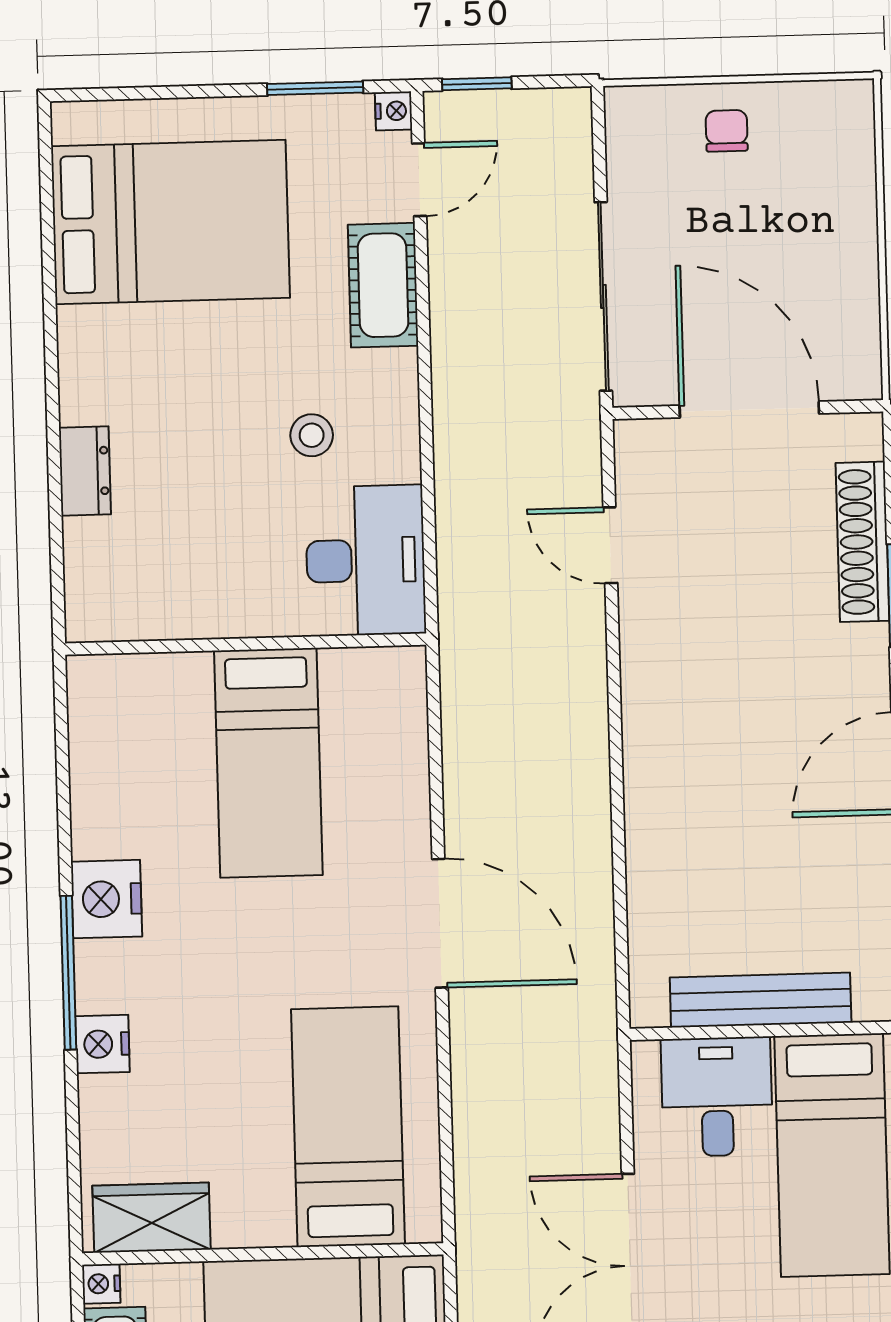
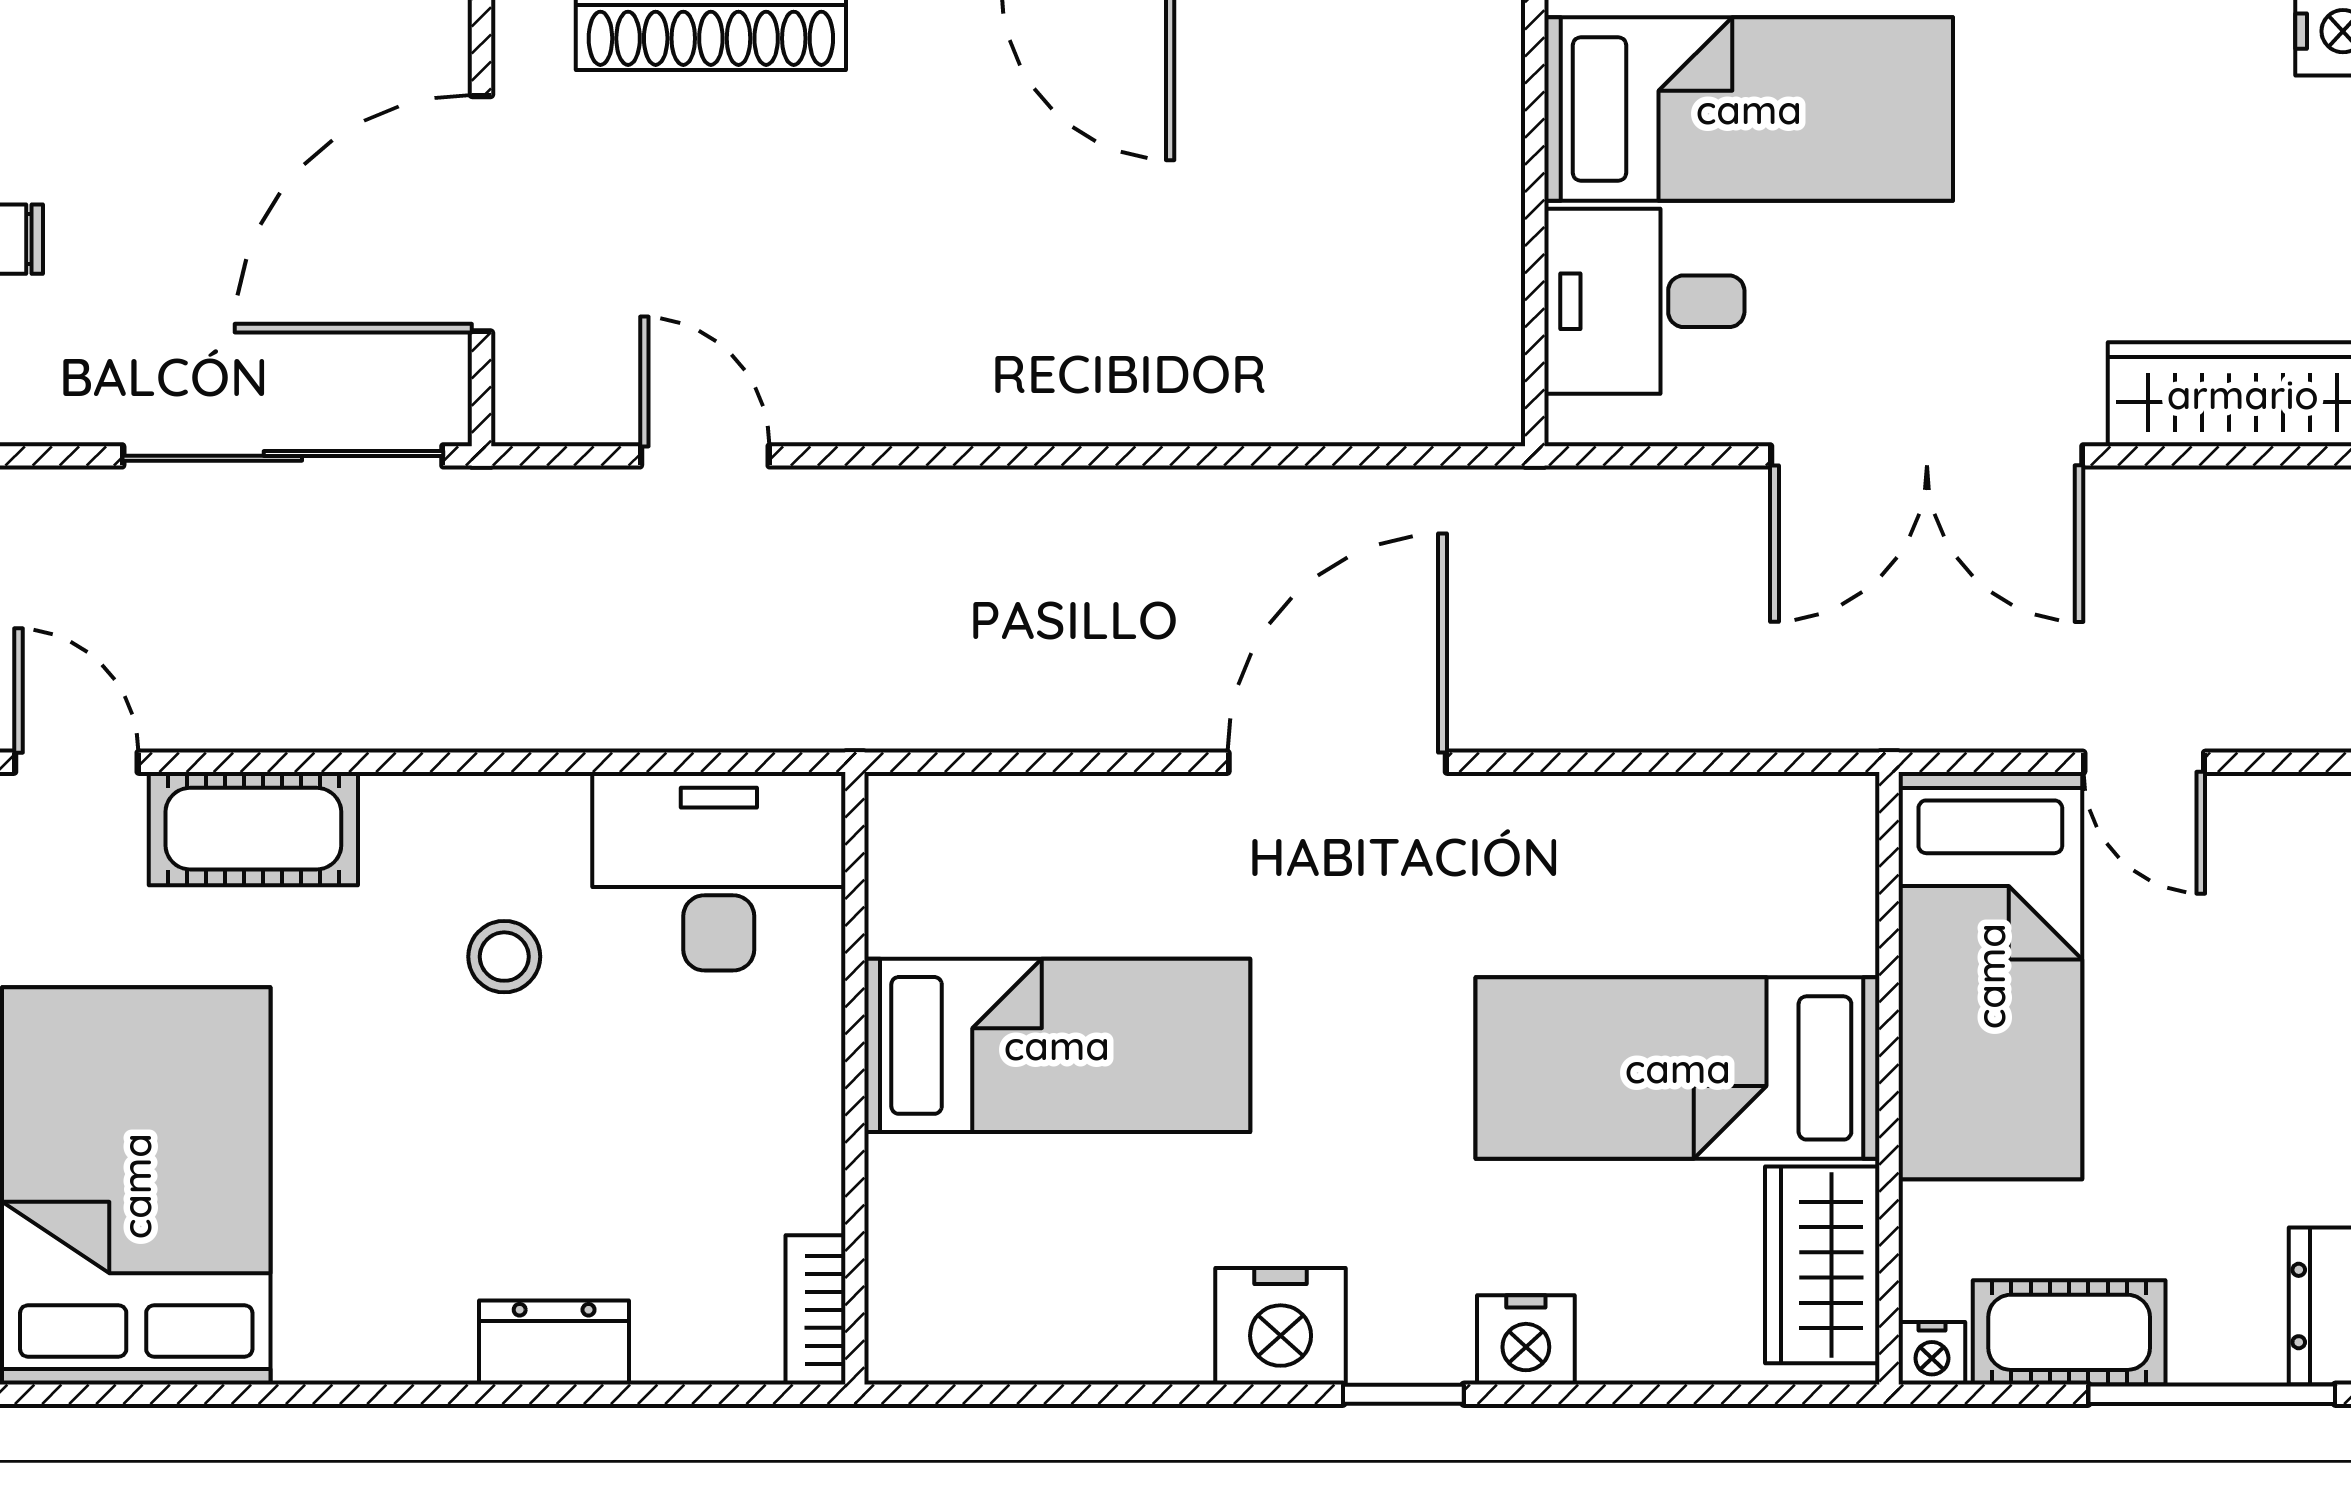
door: (610, 545) -> (705, 456), swing flipped
bookcase: (108, 625) -> (815, 1310), added
window: (68, 973) -> (1403, 1394), width x0.46
bench: (761, 1000) -> (1482, 223), removed
bed: (348, 1127) -> (1678, 1068), moved

